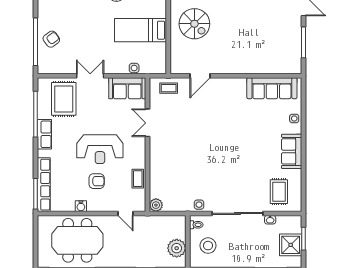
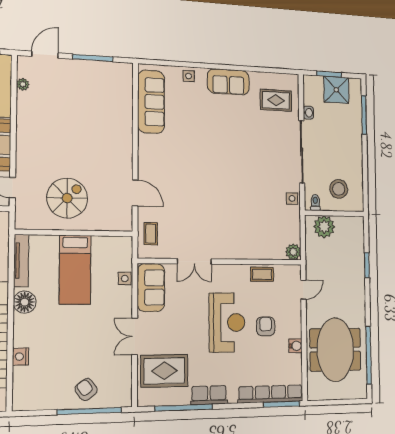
plant: (177, 248) -> (324, 227), moved

